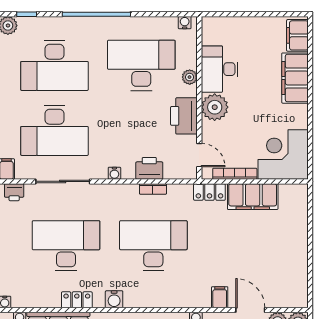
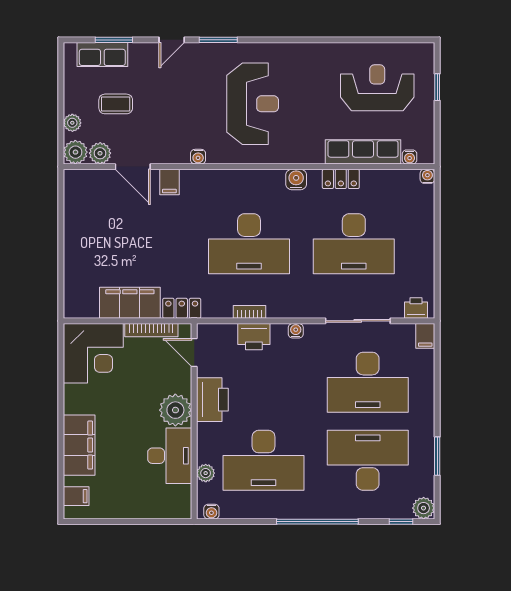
filing cabinet: (297, 35) -> (76, 496), width x0.50
plant: (190, 77) -> (206, 473), moved
desk: (54, 130) -> (368, 382), turned 180

